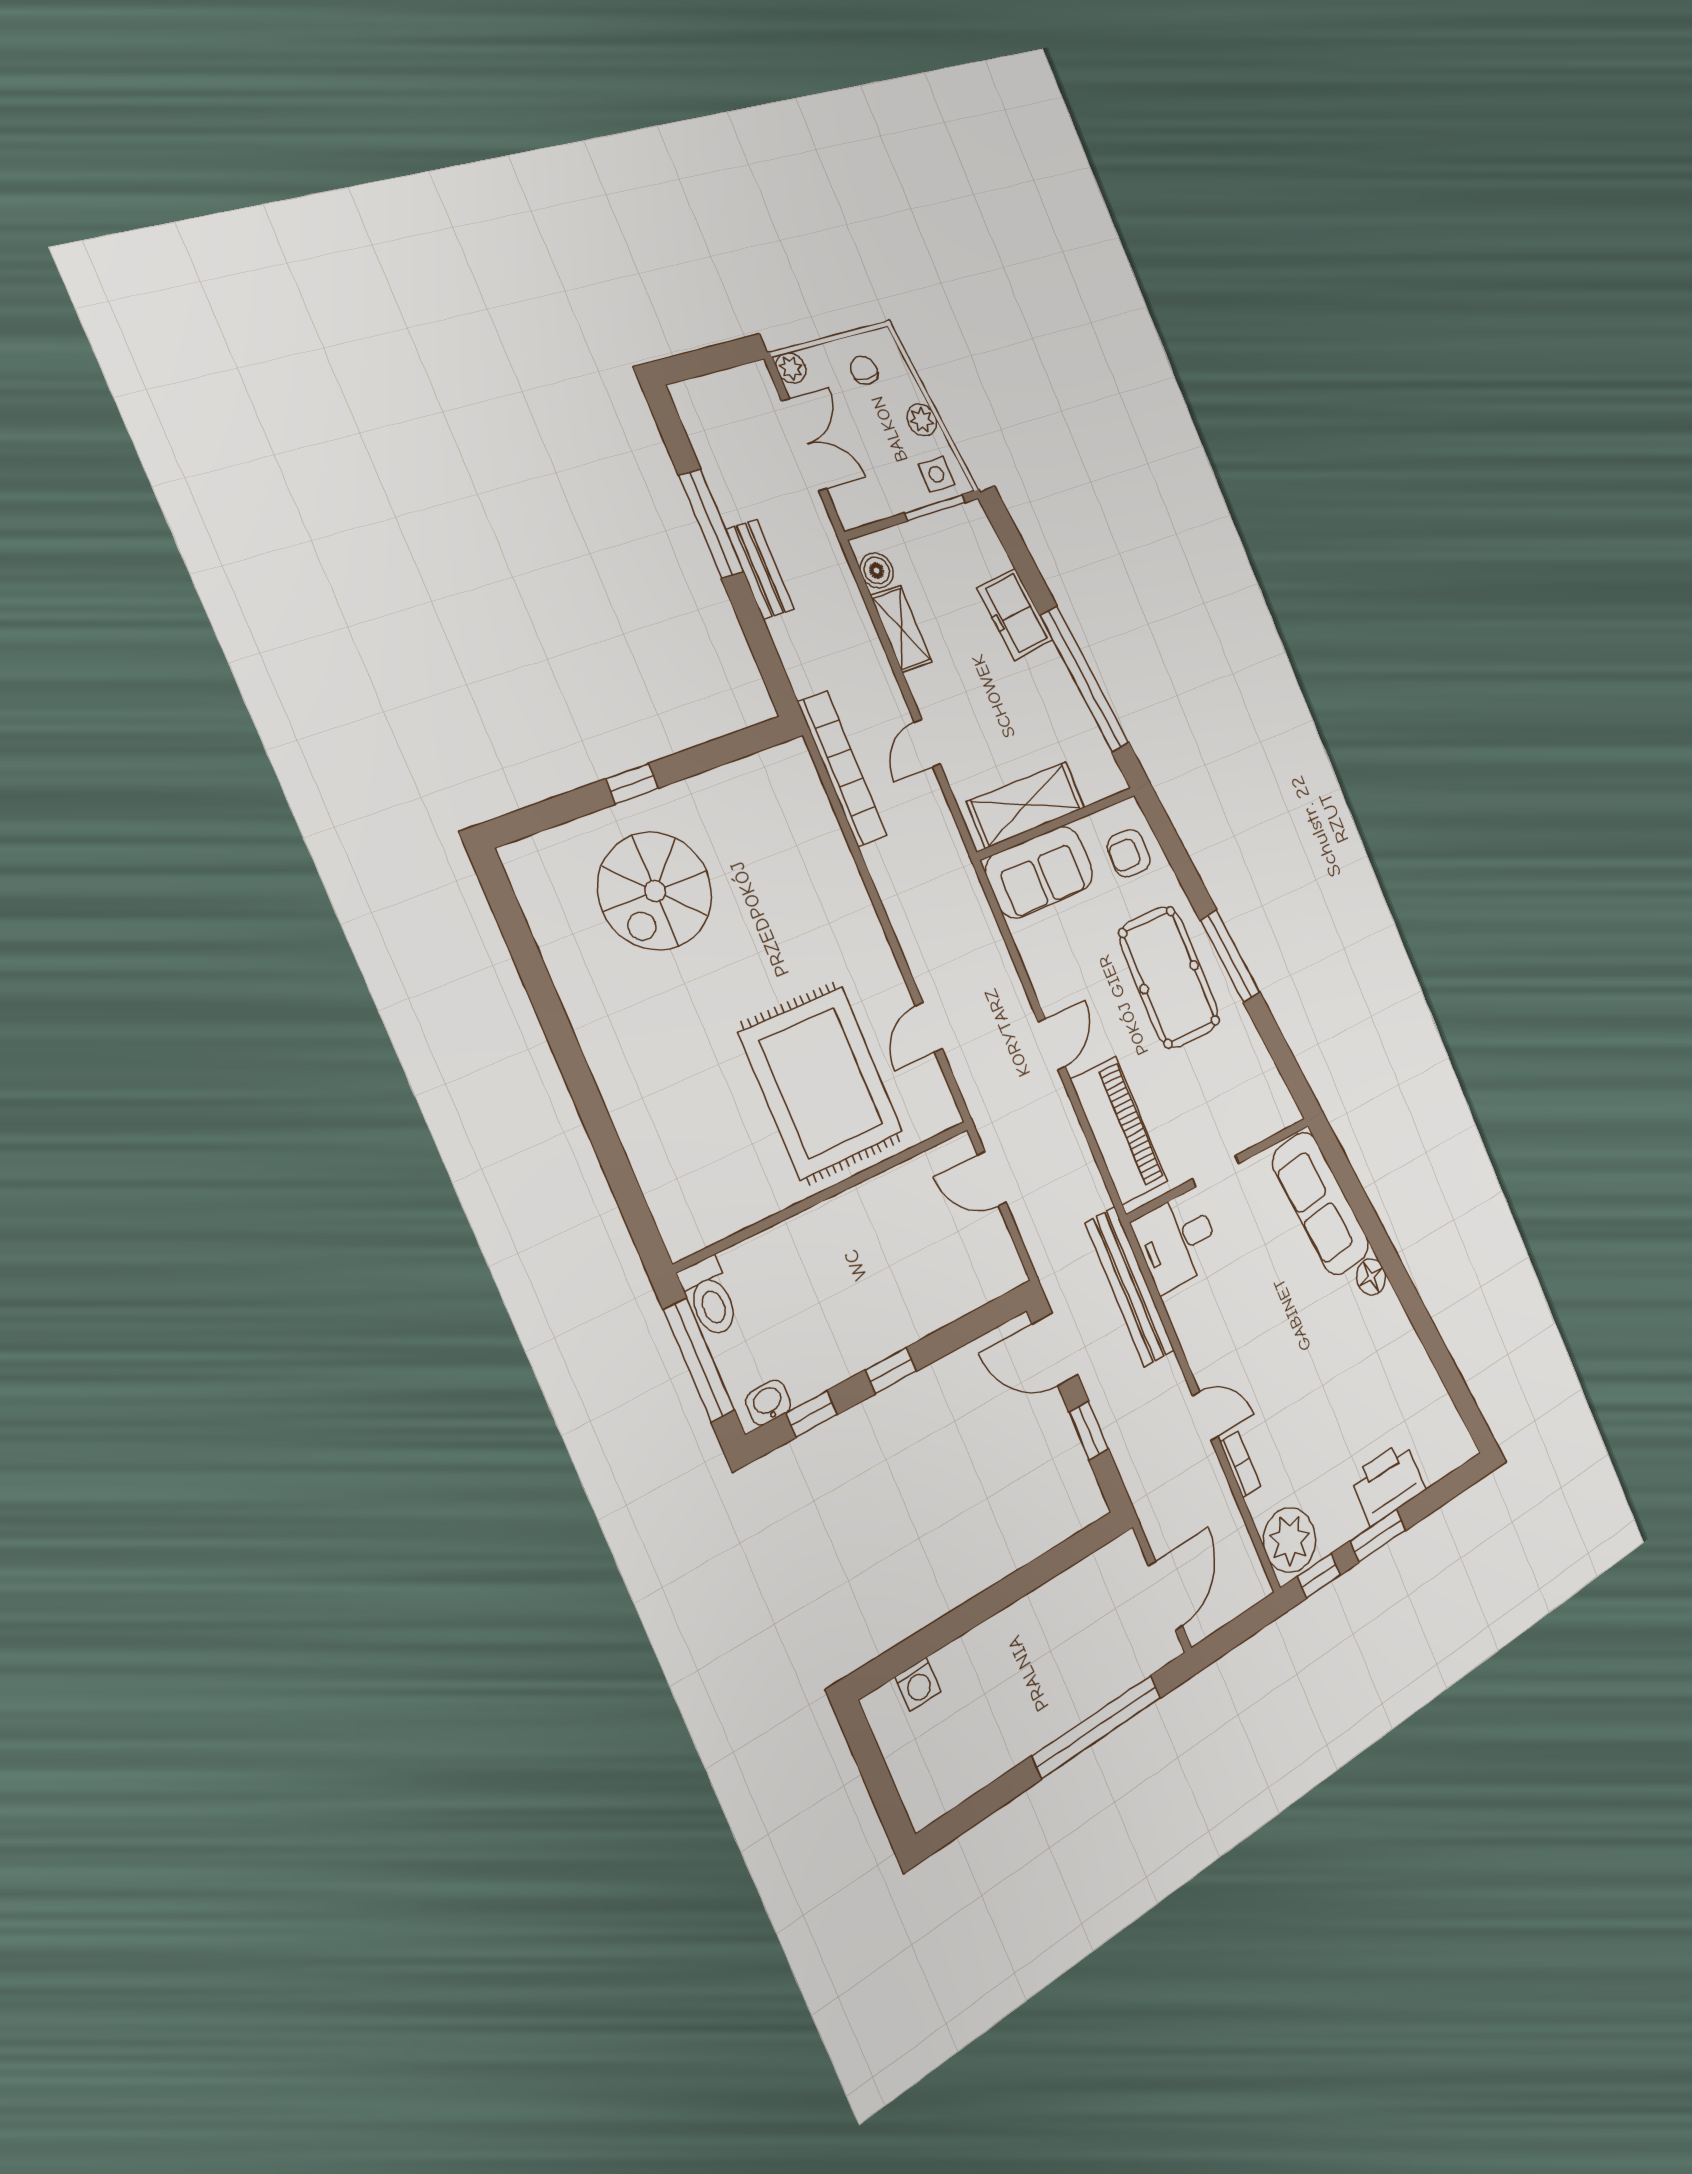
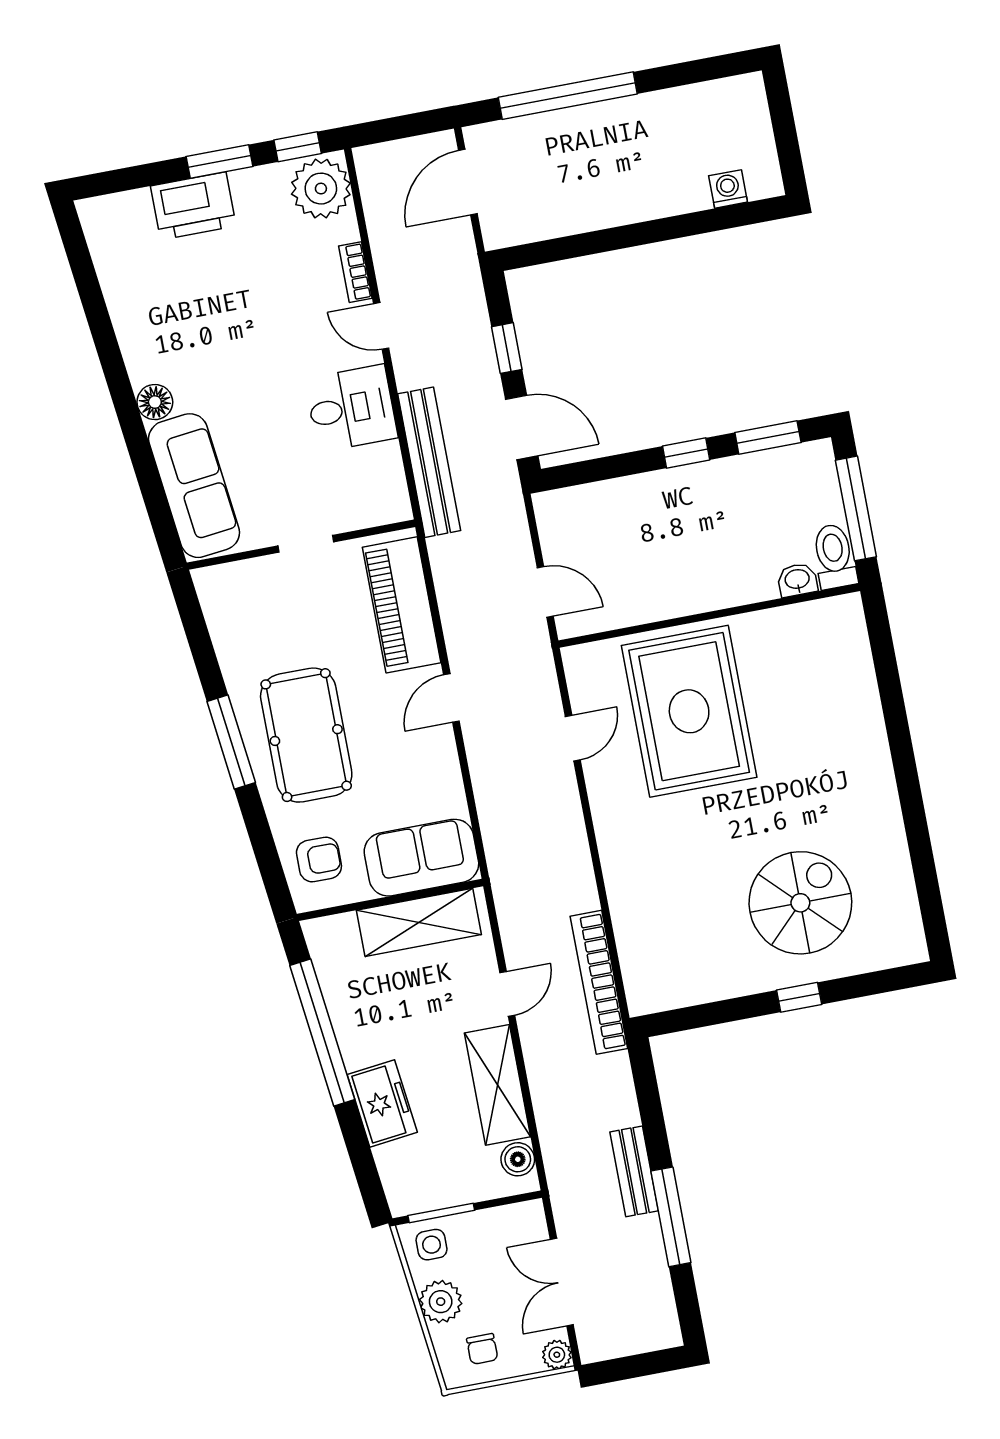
plant: (922, 420) -> (441, 1302), width x1.38, depth x1.38
shelving: (901, 629) -> (497, 1085), width x1.50, depth x1.33
desk: (1177, 1241) -> (351, 408), moved
washbasin: (768, 1403) -> (797, 580), moved, turned 180
window: (812, 1414) -> (768, 437), width x1.50

